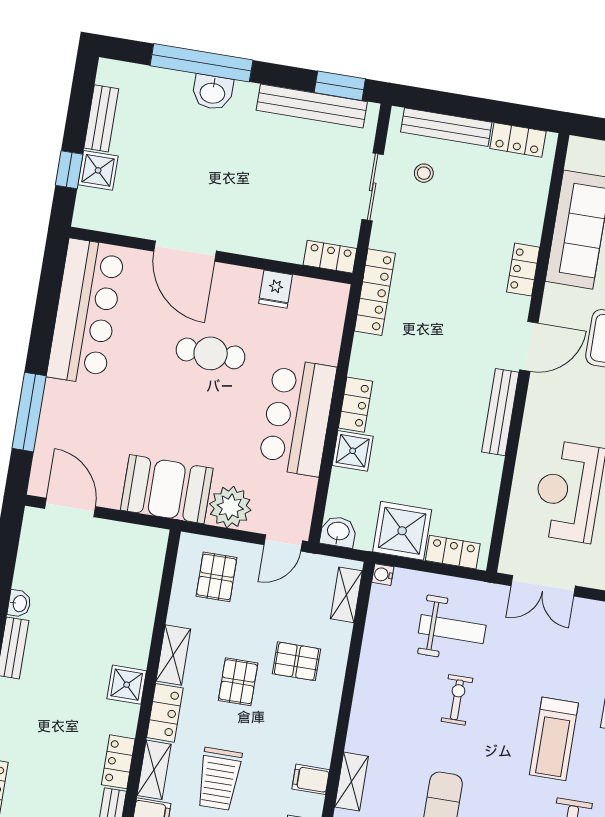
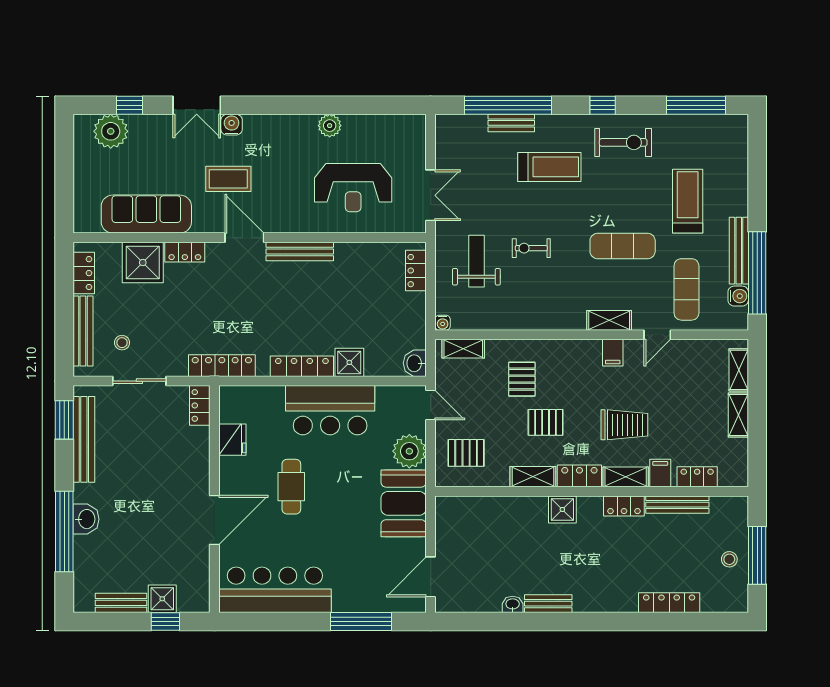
fridge: (276, 289) -> (232, 440), width x1.38
locker: (355, 405) -> (302, 366), width x1.53
shower: (402, 531) -> (143, 263), moved

